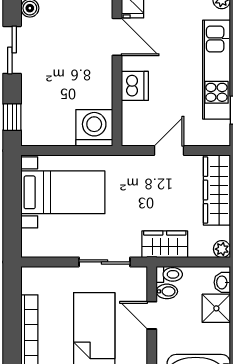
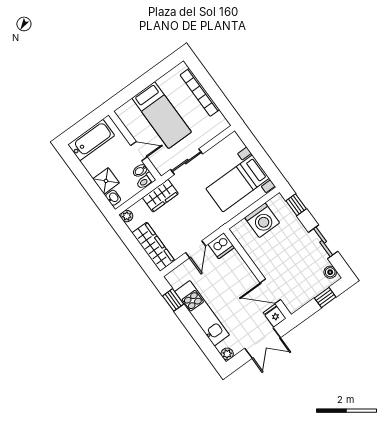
dishwasher: (135, 86) -> (221, 246), moved, turned -90
washing machine: (94, 128) -> (262, 220), moved

